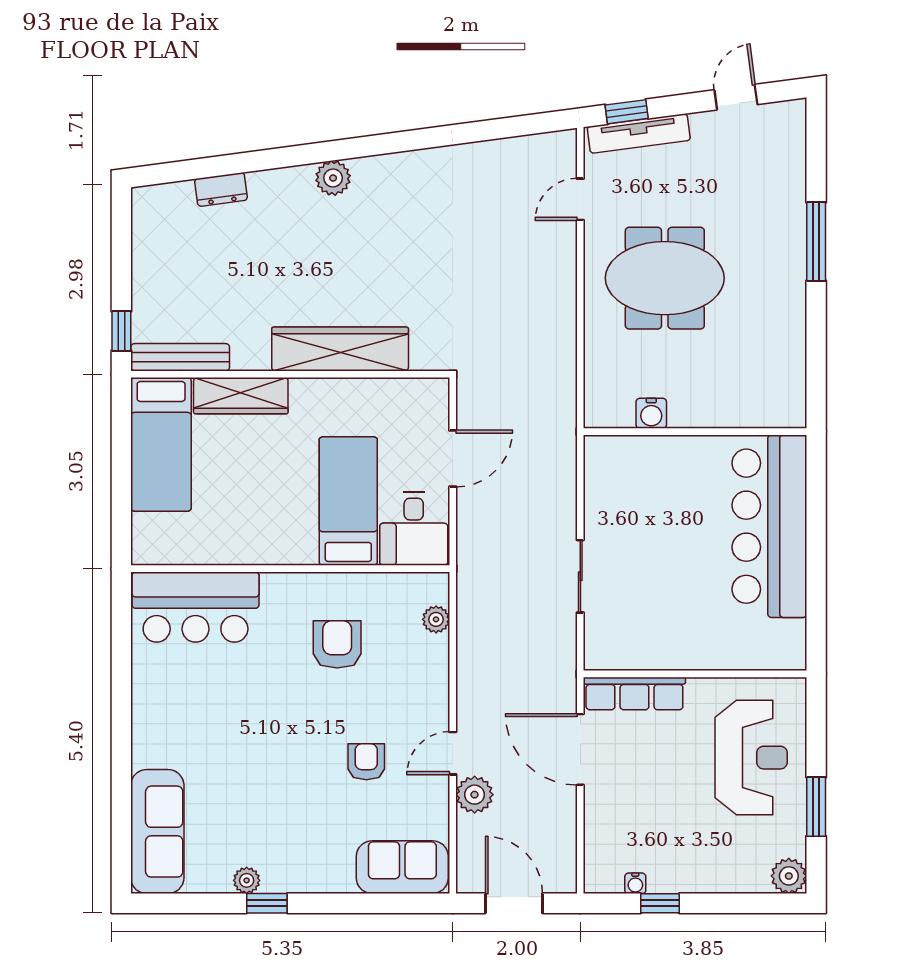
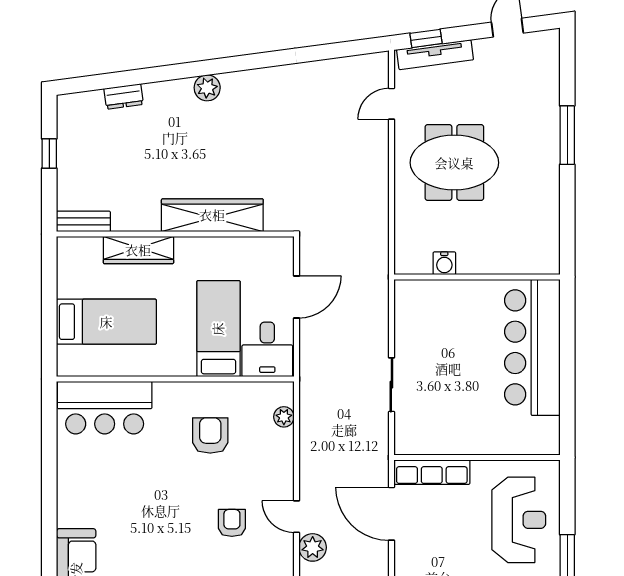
window: (121, 331) -> (49, 153), moved
bench: (180, 357) -> (83, 221), width x0.73
bed: (161, 444) -> (106, 322), moved, turned -90
door: (453, 753) -> (296, 517), hinge flipped

